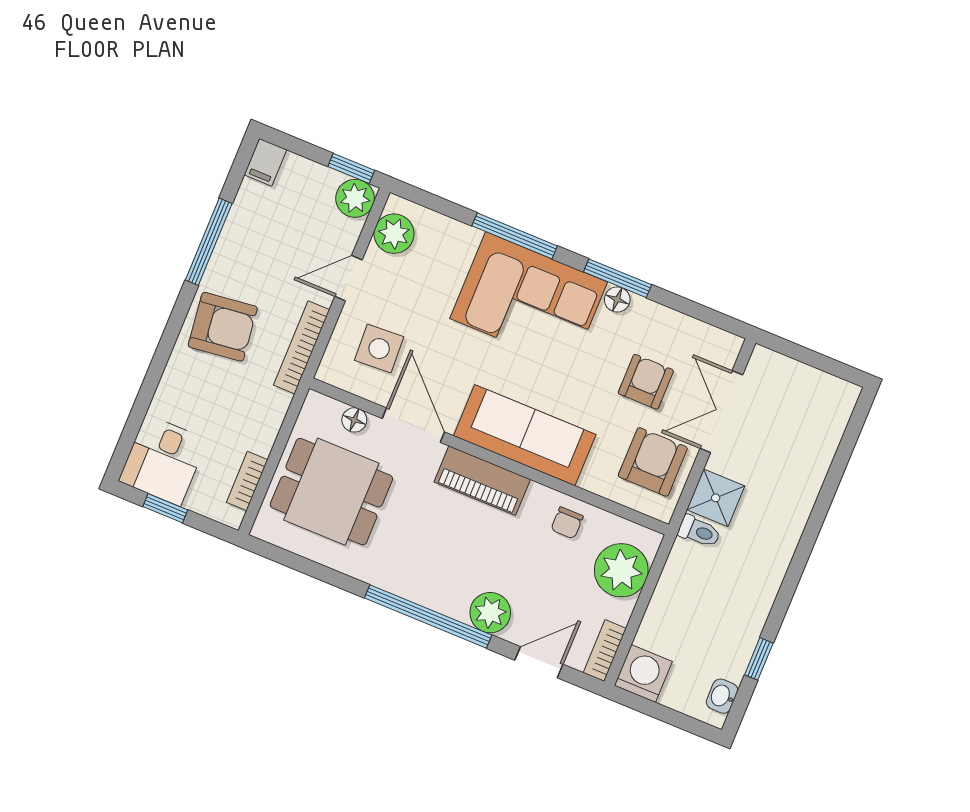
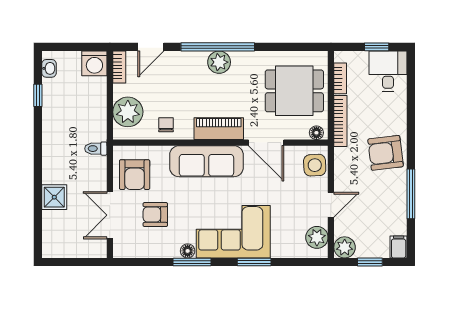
window: (351, 168) -> (370, 262), moved
window: (515, 236) -> (254, 262), width x0.69
bookcase: (302, 347) -> (340, 121), moved
side table: (379, 349) -> (315, 165), moved
armchair: (646, 382) -> (155, 215), turned 90
double door: (721, 412) -> (110, 215), swing flipped
floor lamp: (354, 420) -> (316, 133), moved
shower: (716, 498) -> (54, 197), moved
plant: (490, 613) -> (219, 62), moved

